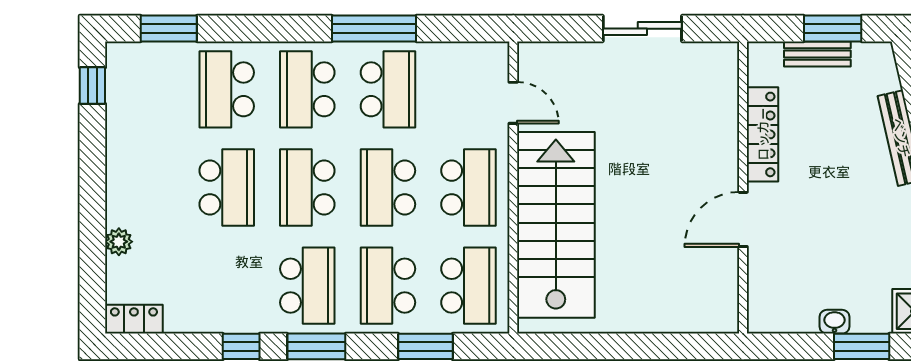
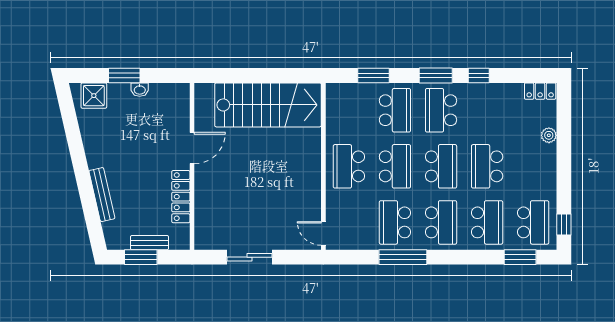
door: (513, 103) -> (323, 233), moved
stairs: (556, 225) -> (268, 105), moved, turned -90
school desk: (468, 286) -> (533, 222), moved, turned 180

